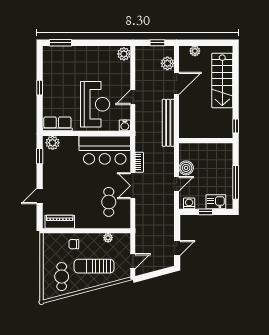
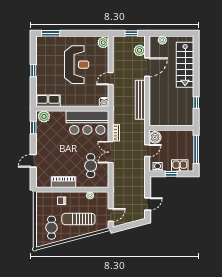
reception desk: (95, 104) -> (77, 65), moved
wall: (206, 141) -> (171, 128), moved
piano: (60, 222) -> (63, 182), moved

